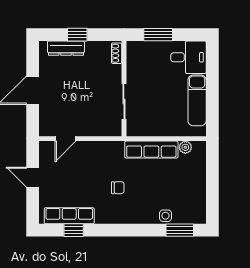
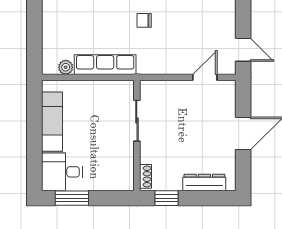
window: (77, 35) -> (167, 198), moved
window: (158, 35) -> (72, 198), moved
door: (33, 177) -> (243, 50), moved

